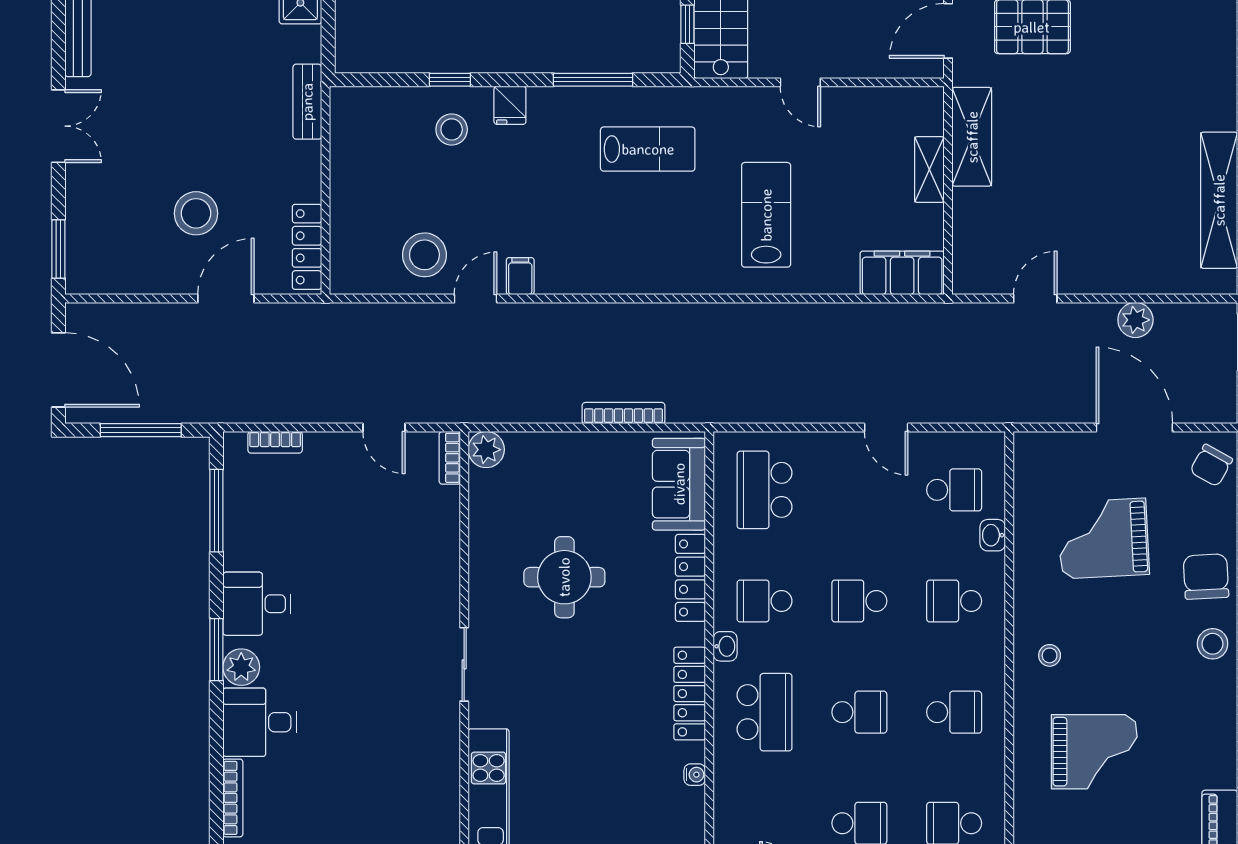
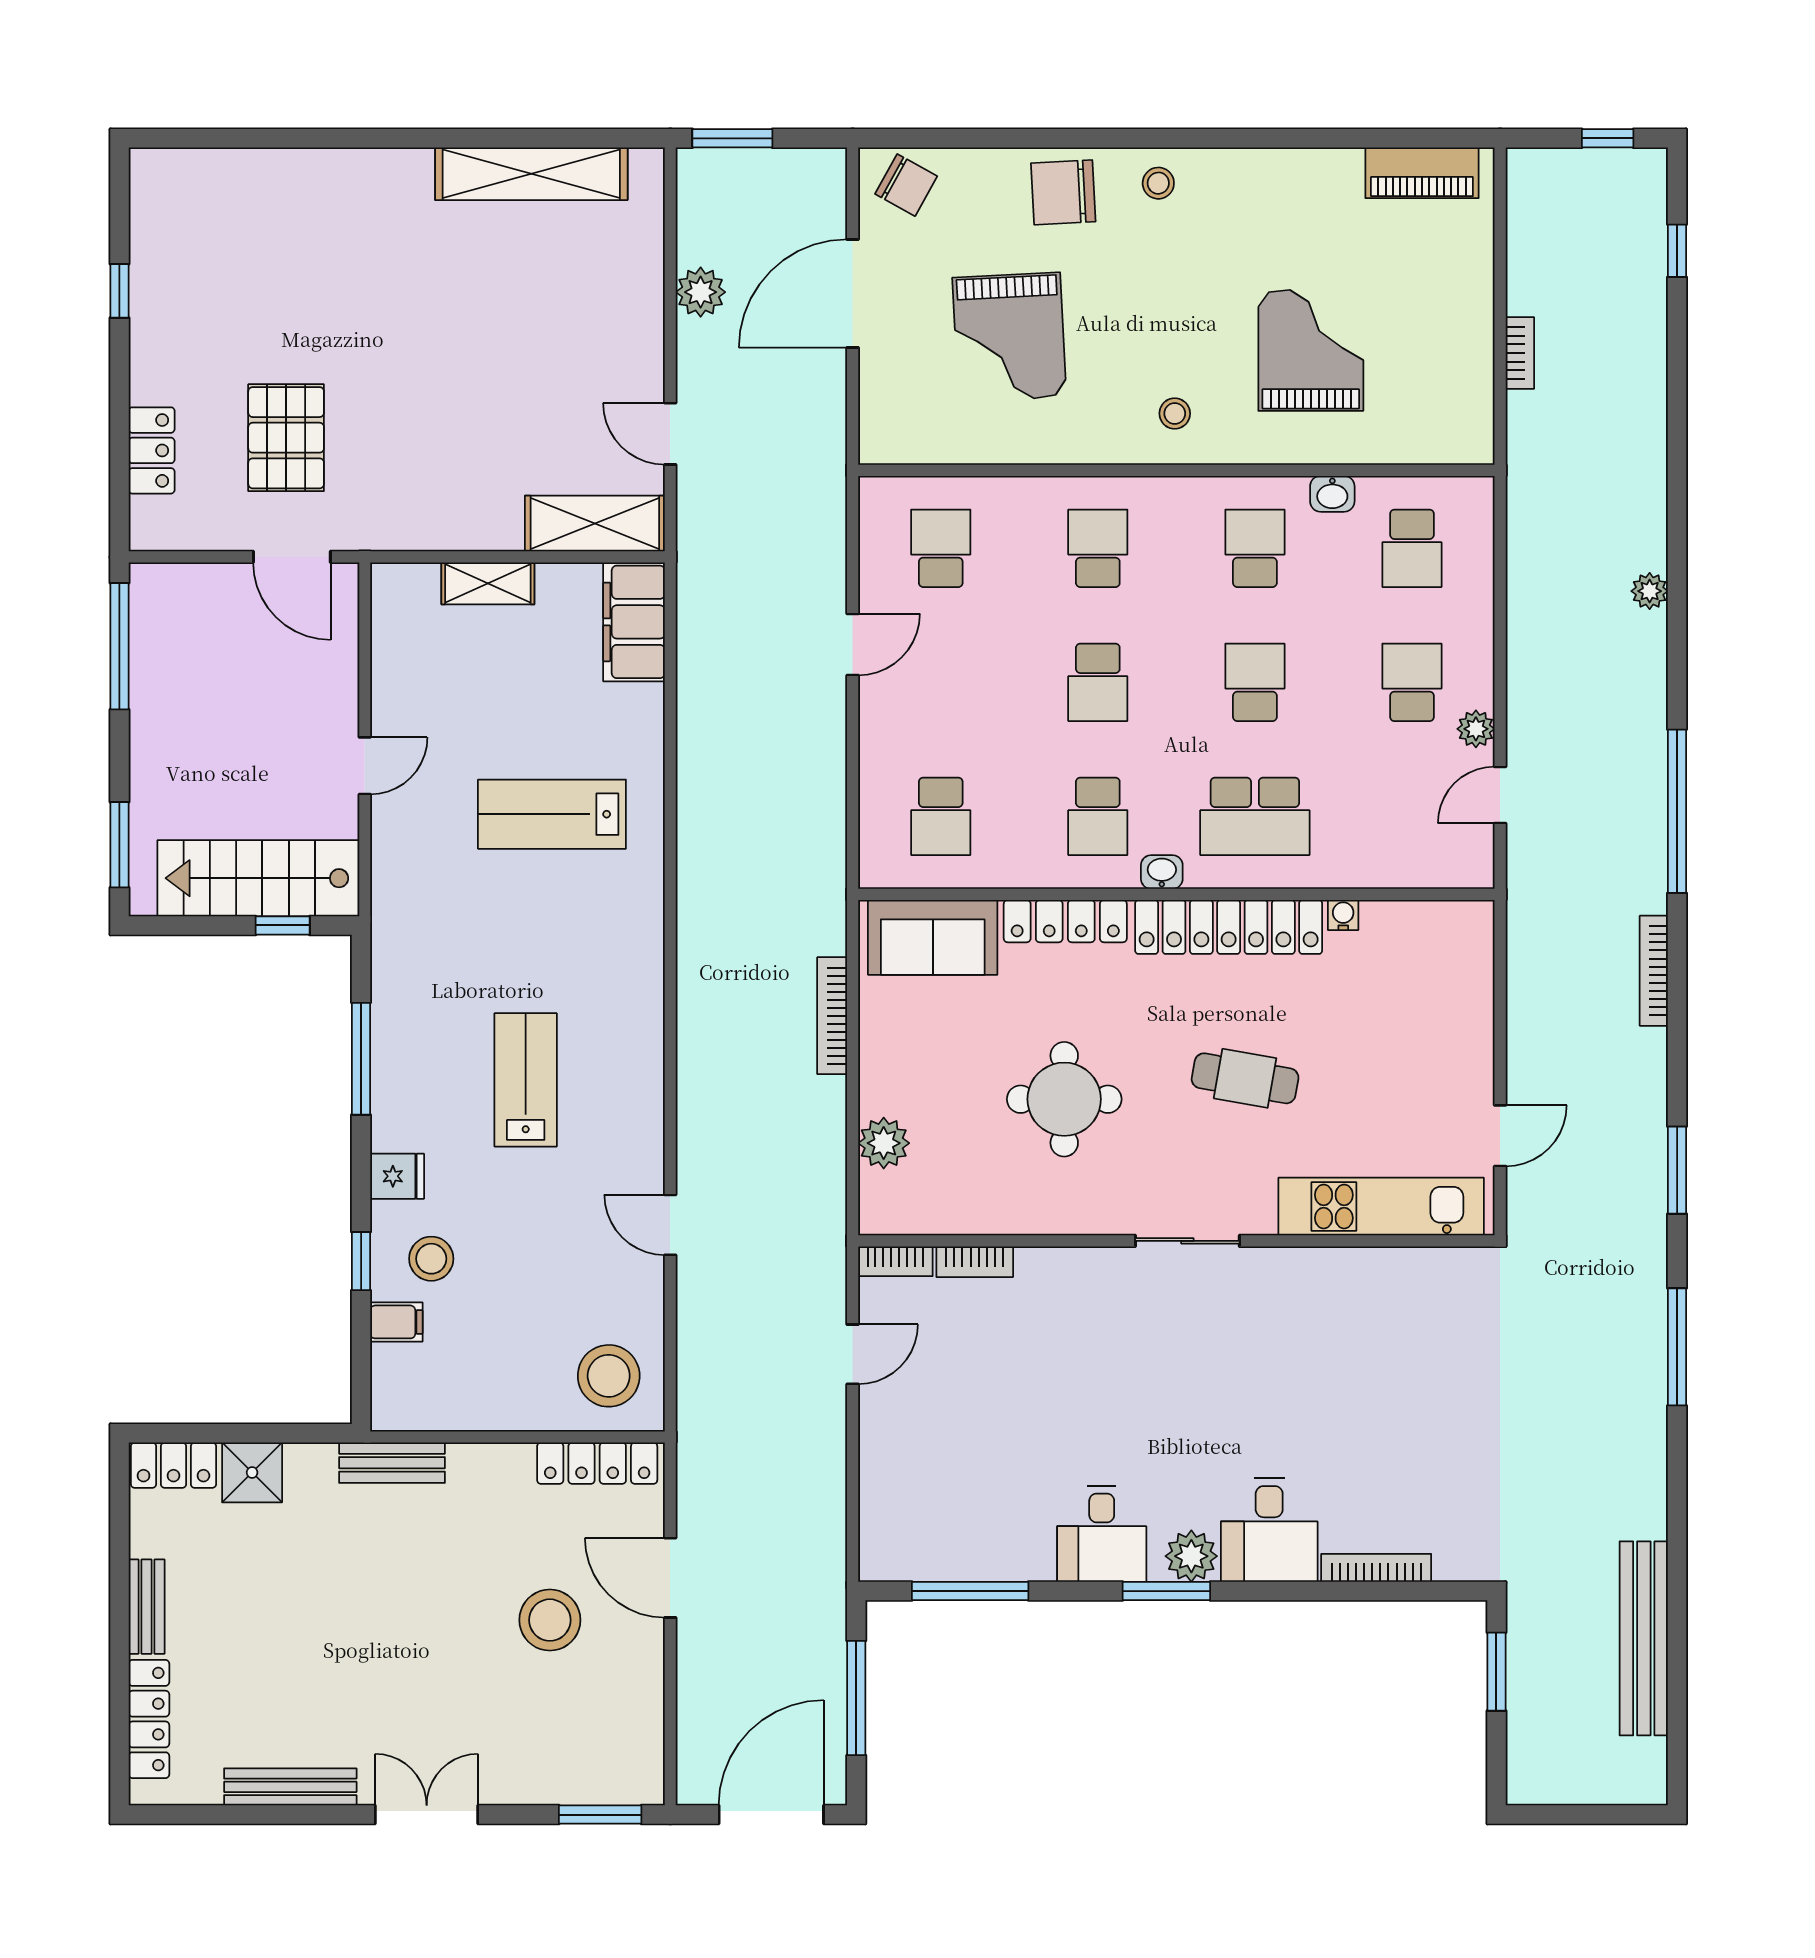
shelving: (972, 137) -> (595, 524), moved
lab bench: (648, 149) -> (526, 1080), moved
stool: (424, 255) -> (609, 1376), moved
filing cabinet: (520, 276) -> (396, 1322), moved, turned 180
bookcase: (275, 442) -> (975, 1262), moved, turned 90
plant: (486, 450) -> (884, 1143), moved
school desk: (765, 490) -> (941, 816), width x0.54
washbasin: (993, 535) -> (1332, 494), moved
school desk: (954, 601) -> (1098, 548), turned 180
stool: (1213, 644) -> (1158, 183), width x0.73, depth x0.73
locker: (690, 694) -> (1229, 927), width x1.41, depth x1.21
cafe table: (579, 705) -> (1245, 1078), added
school desk: (765, 712) -> (1255, 816), turned 180

